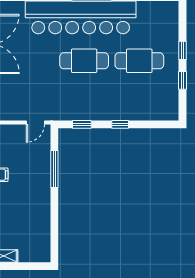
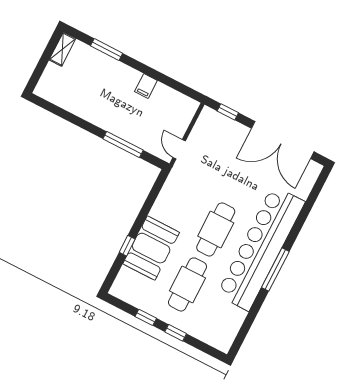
booth: (125, 104) -> (151, 248), added
window: (82, 124) -> (153, 195), removed
window: (120, 124) -> (127, 246), moved

